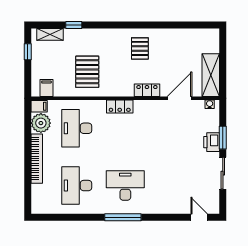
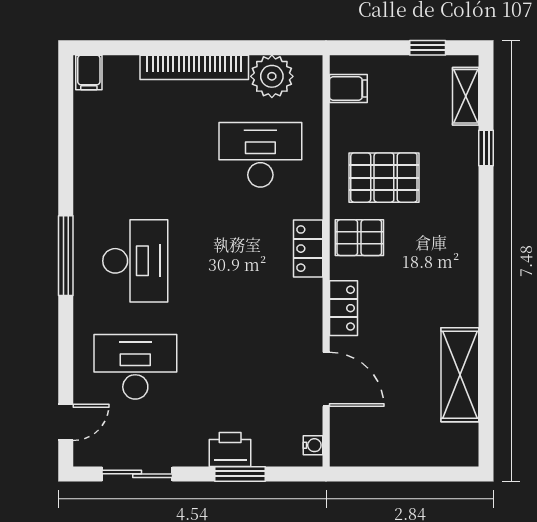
pallet: (140, 48) -> (359, 238), moved
shelving: (211, 75) -> (460, 375), moved, turned 90
filing cabinet: (39, 106) -> (89, 72), moved
sliding door: (223, 173) -> (137, 474), moved
desk: (77, 186) -> (135, 367), moved

